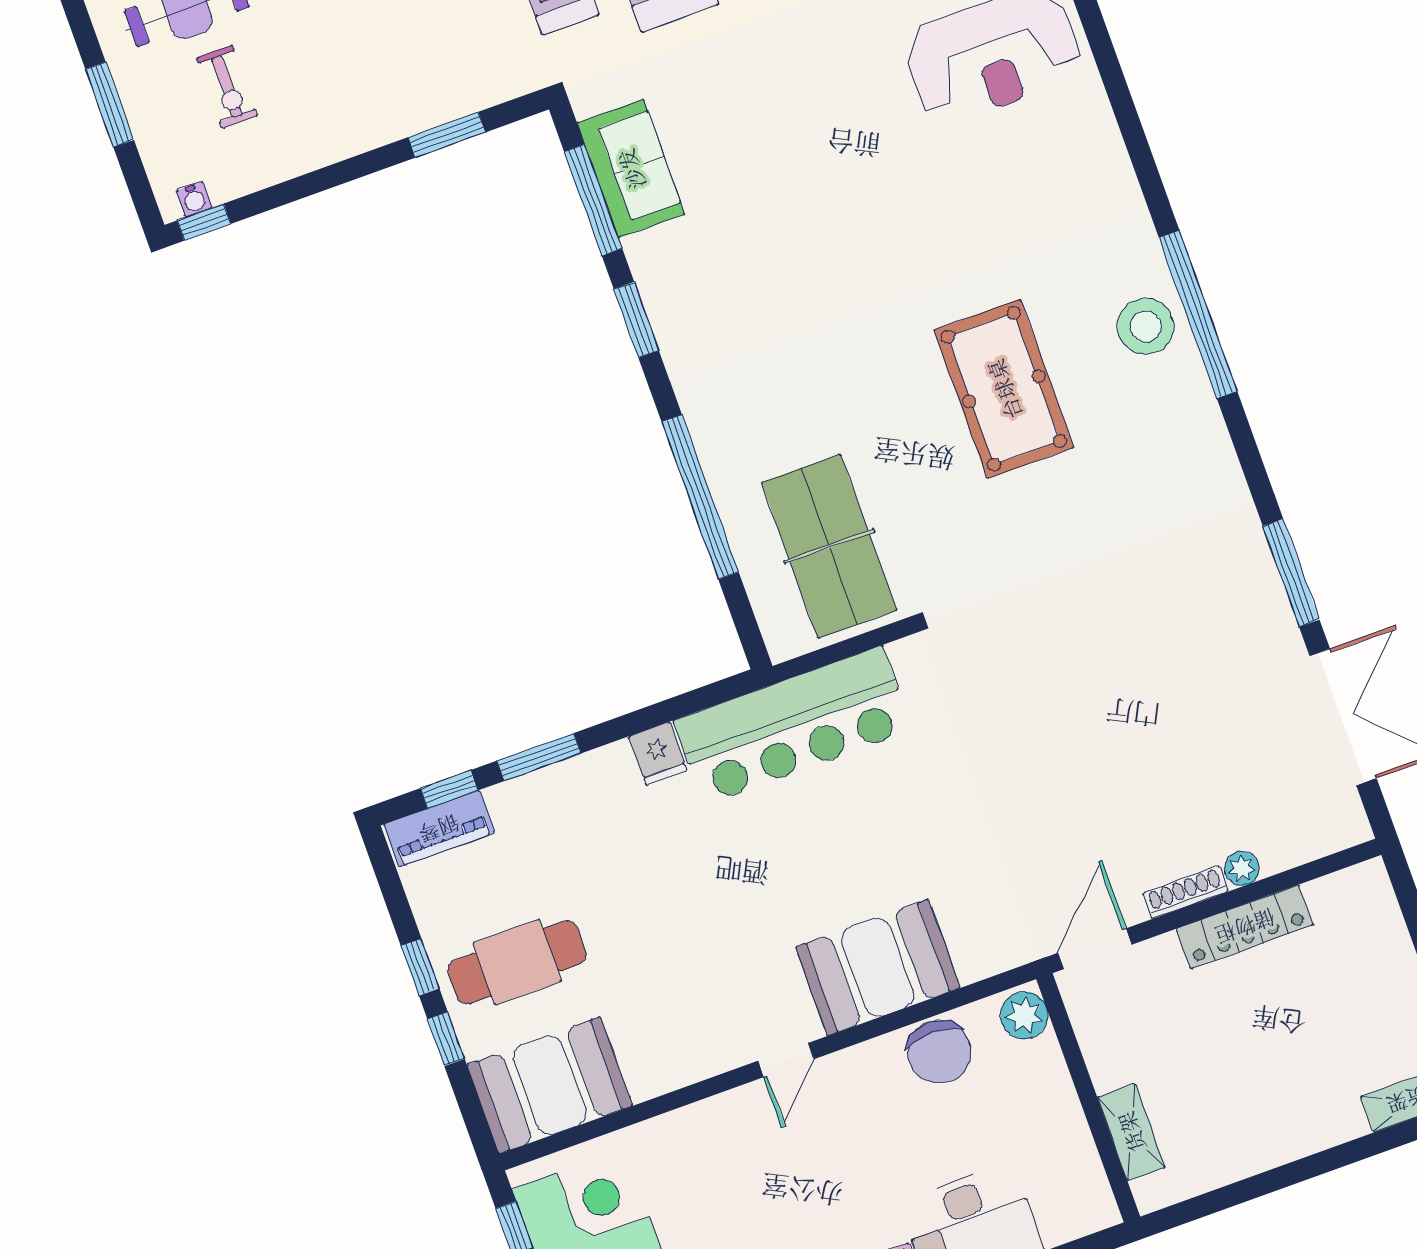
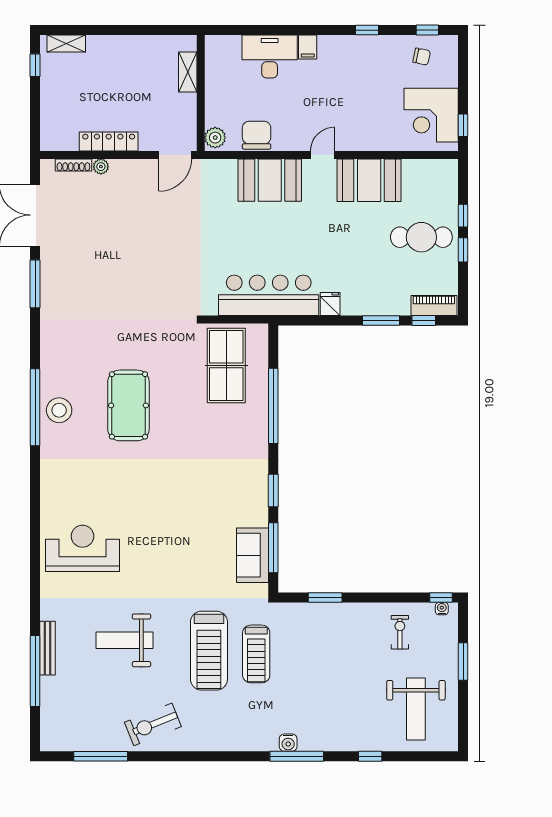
exercise bike: (227, 87) -> (400, 632), moved
shoe rack: (1186, 892) -> (73, 165), moved
booth: (550, 1085) -> (369, 180), moved

